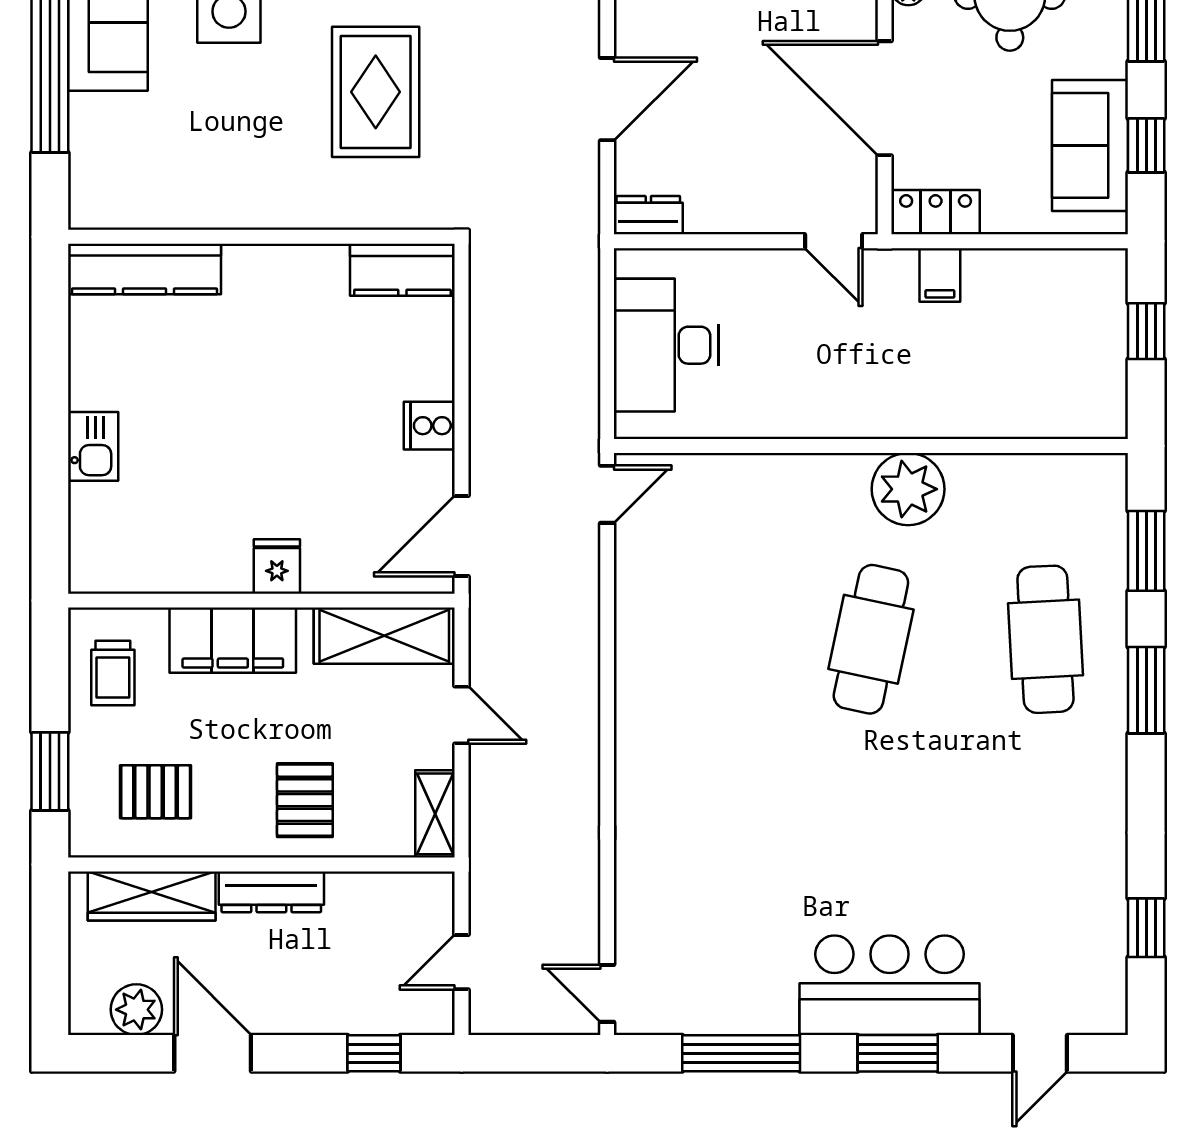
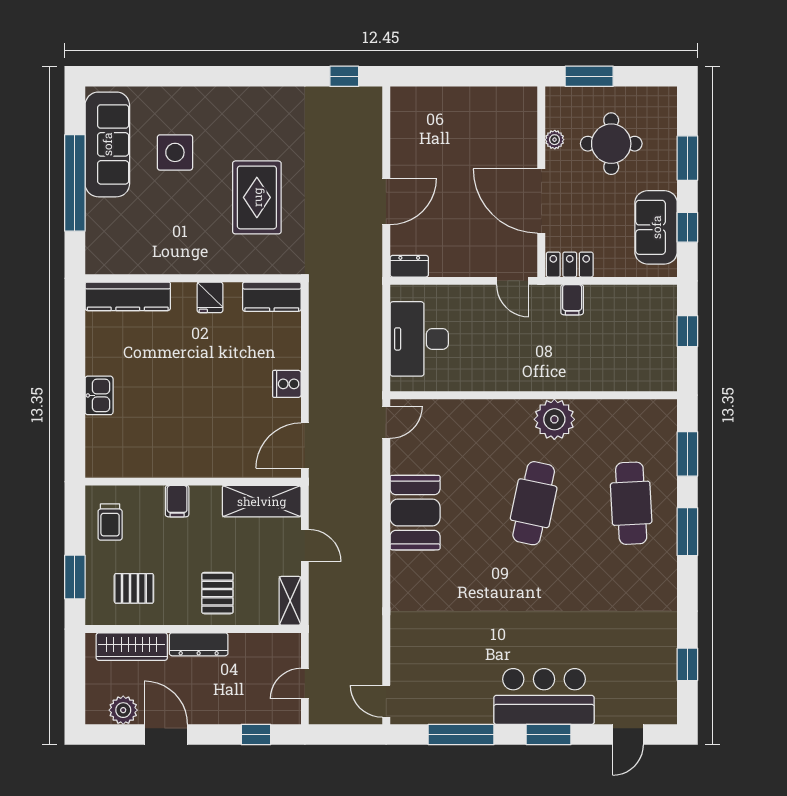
fridge: (277, 566) -> (210, 297), moved, turned 180
filing cabinet: (233, 640) -> (177, 501), width x0.33, depth x0.86
booth: (659, 656) -> (415, 513), added

